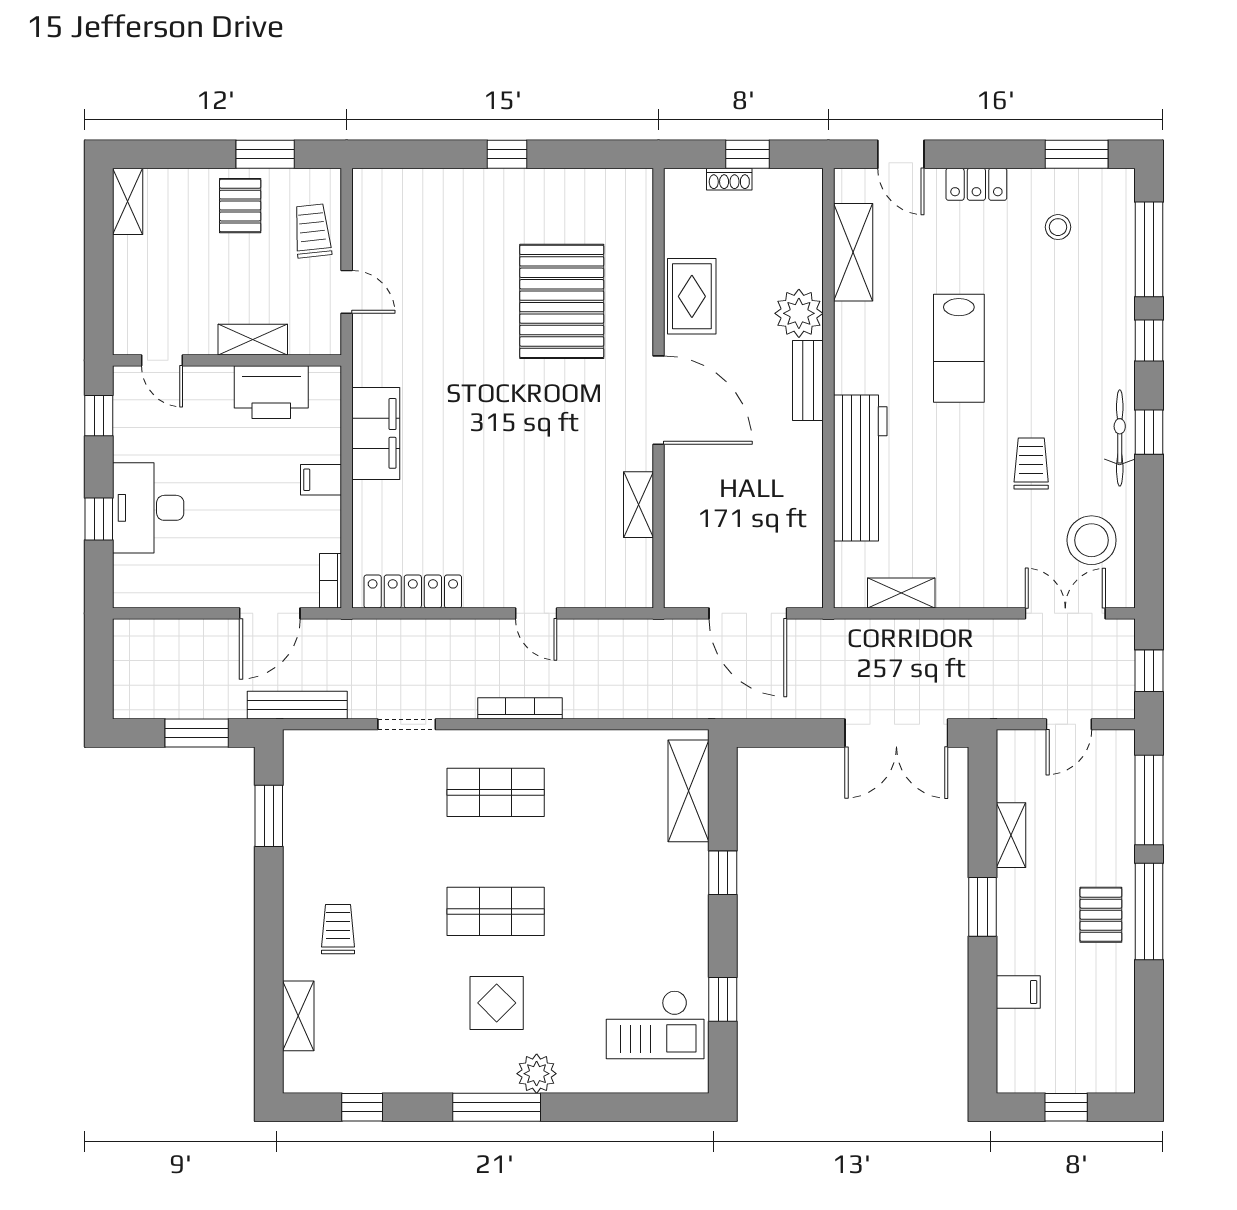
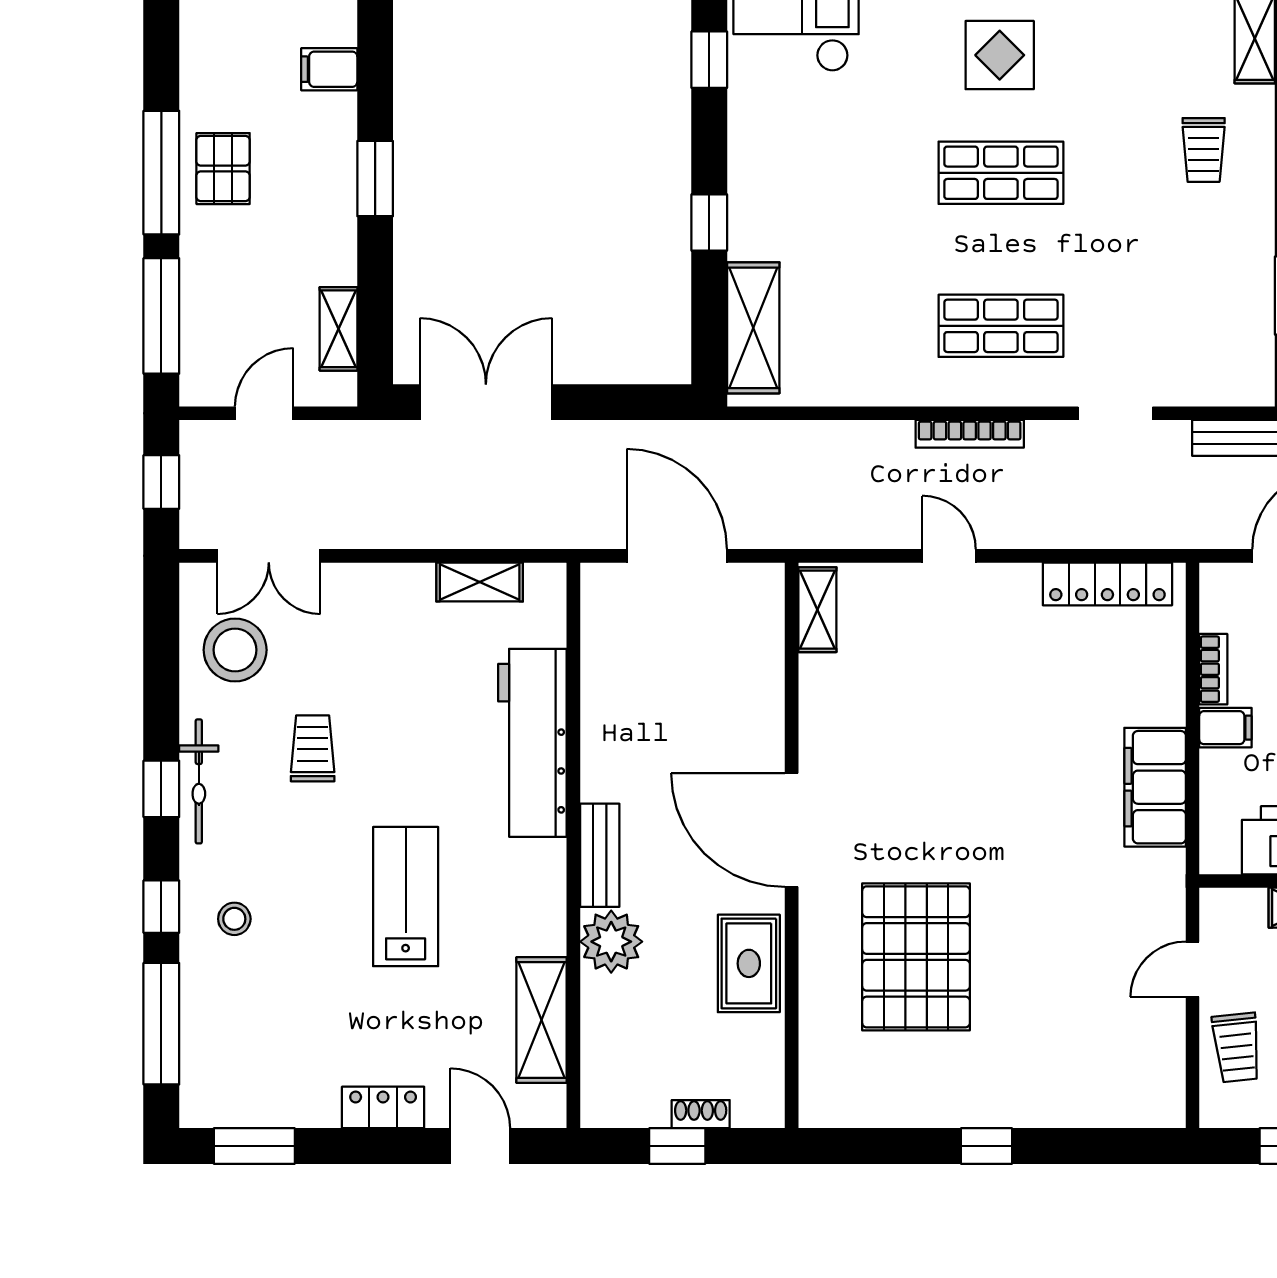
stool: (1058, 227) -> (234, 919), moved
door: (347, 292) -> (1193, 969), hinge flipped
trolley: (1031, 464) -> (313, 748), turned 180
shelving: (639, 505) -> (817, 610), moved
bookcase: (330, 581) -> (1213, 669), moved
shelving: (1011, 835) -> (339, 329), moved

